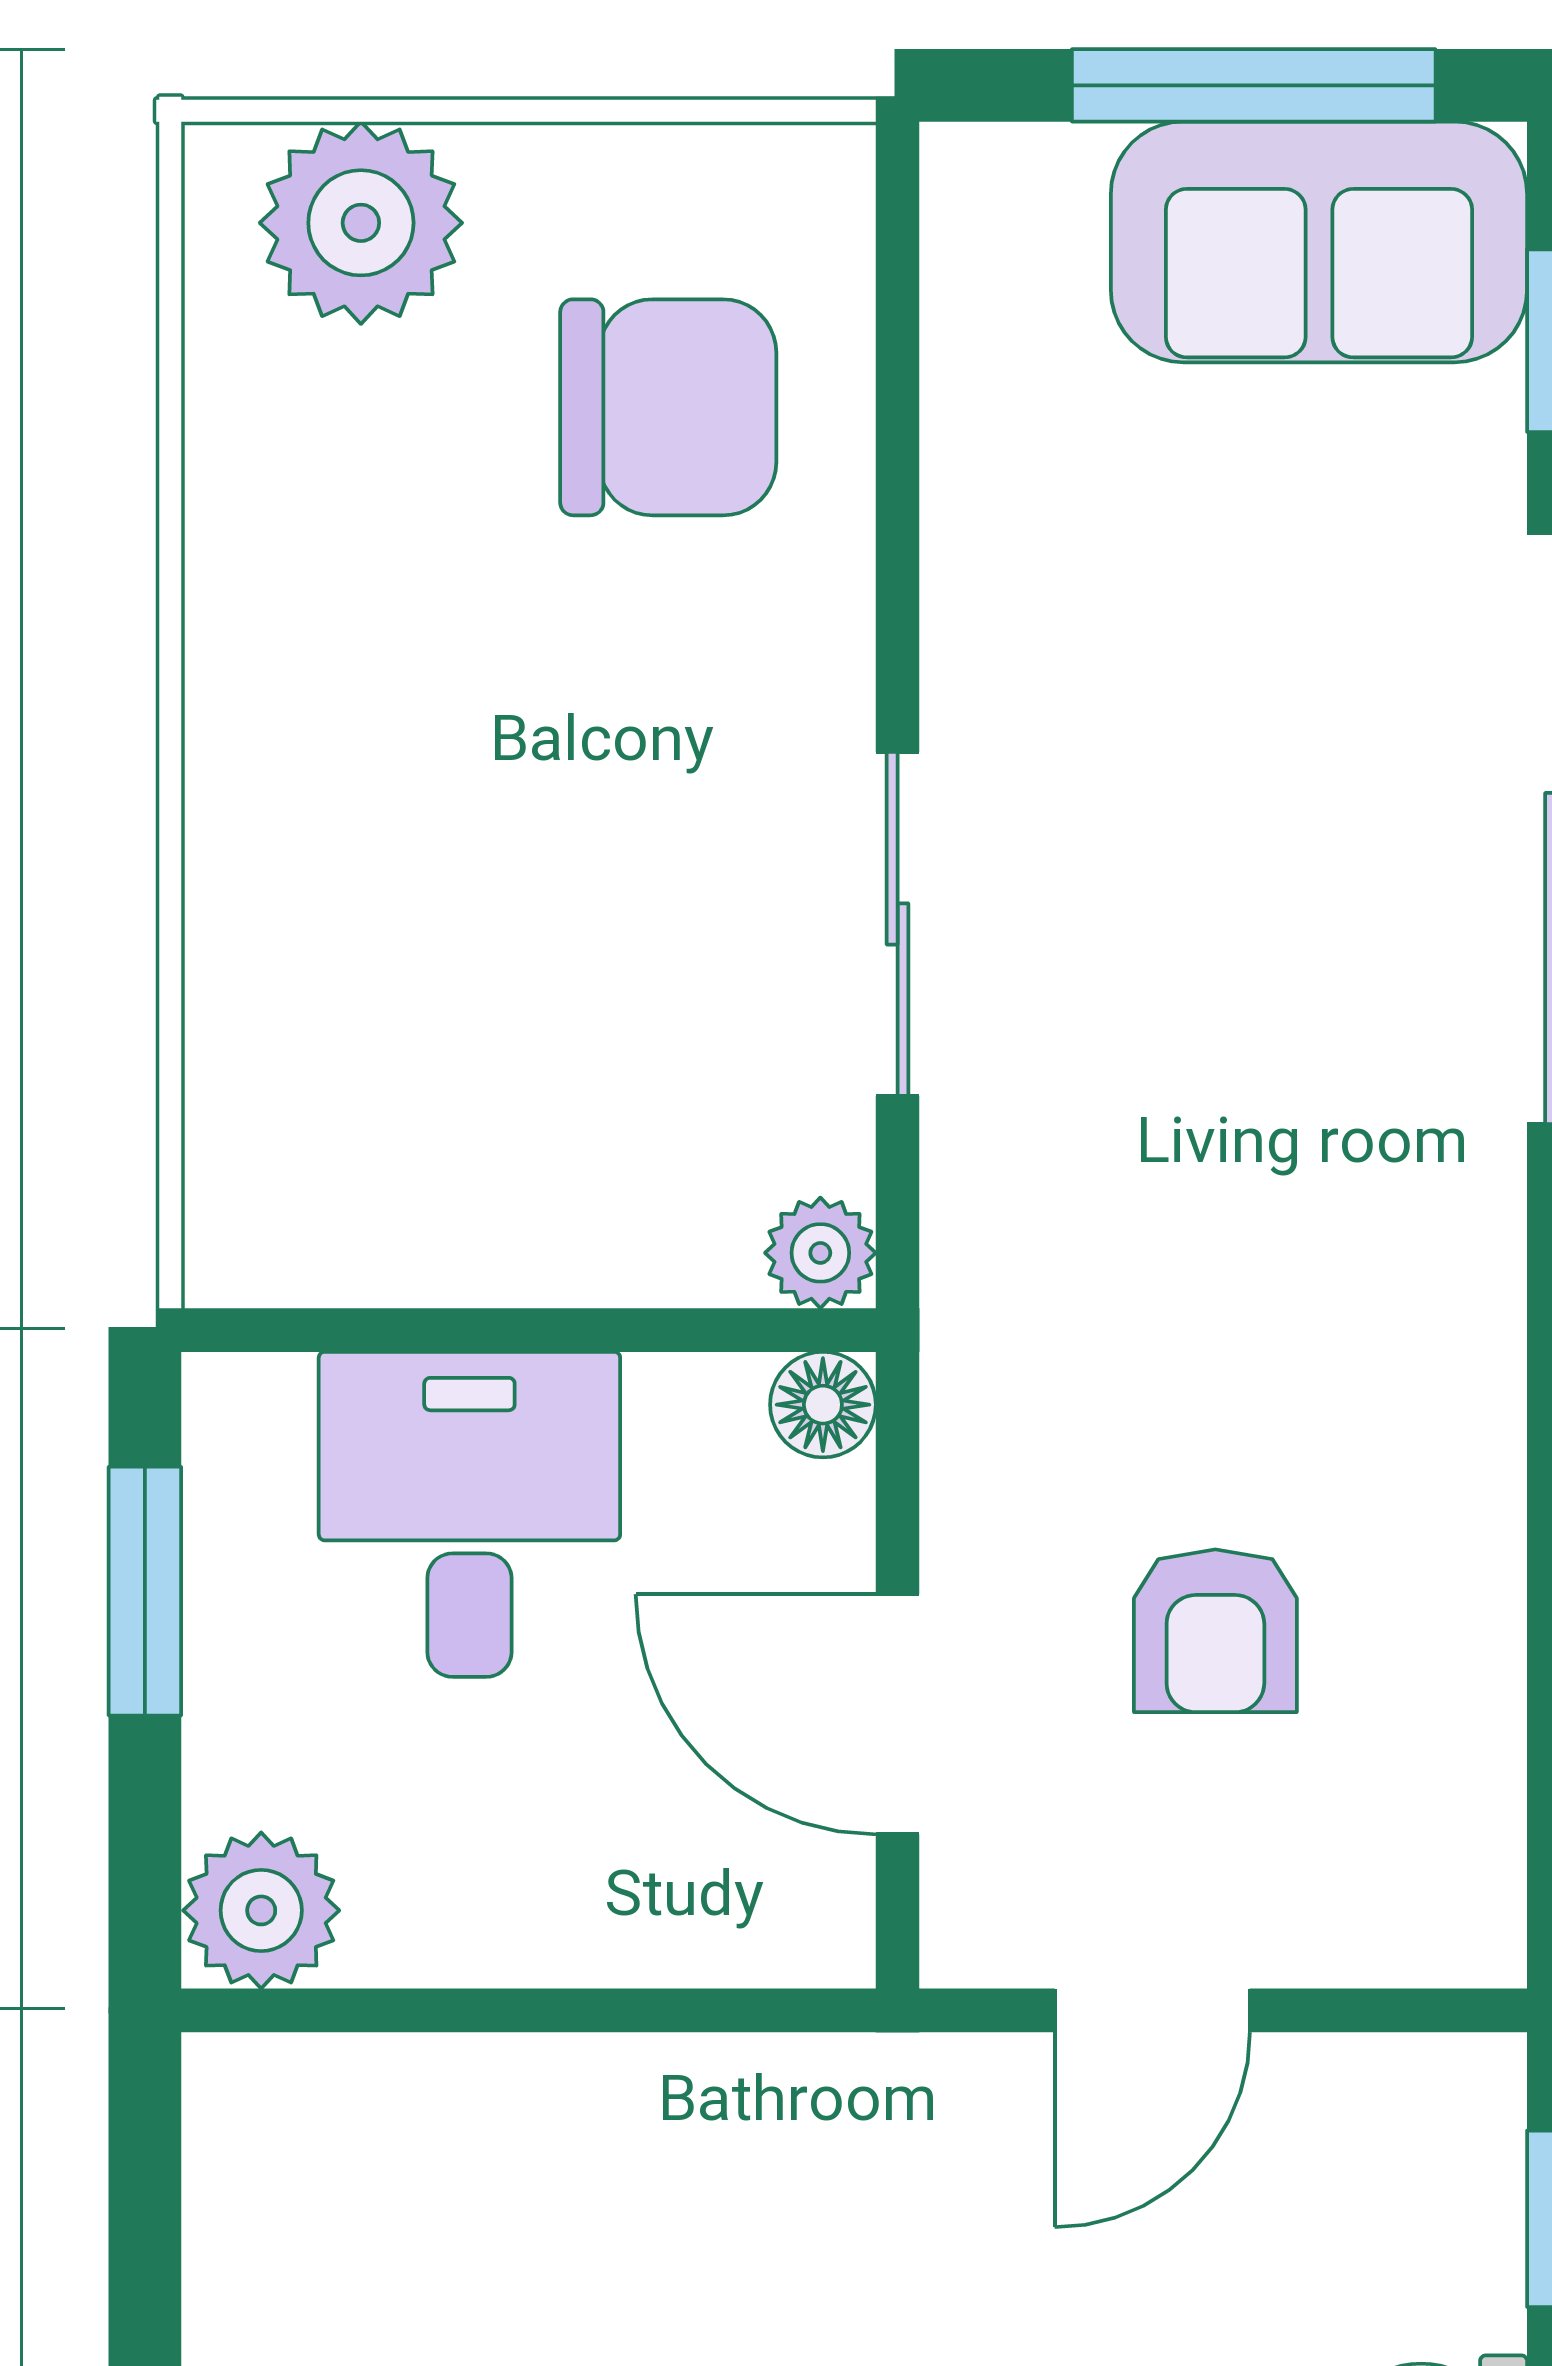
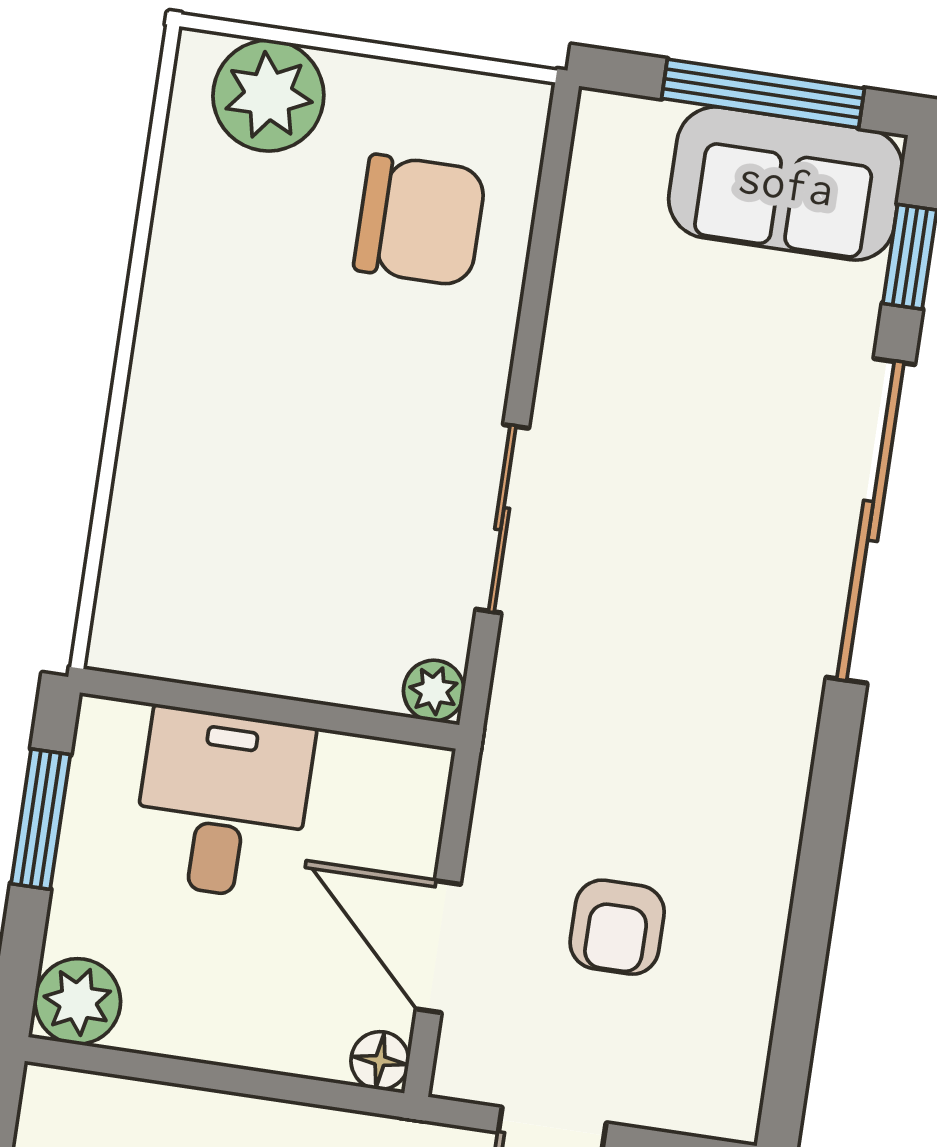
floor lamp: (823, 1405) -> (380, 1061), moved

